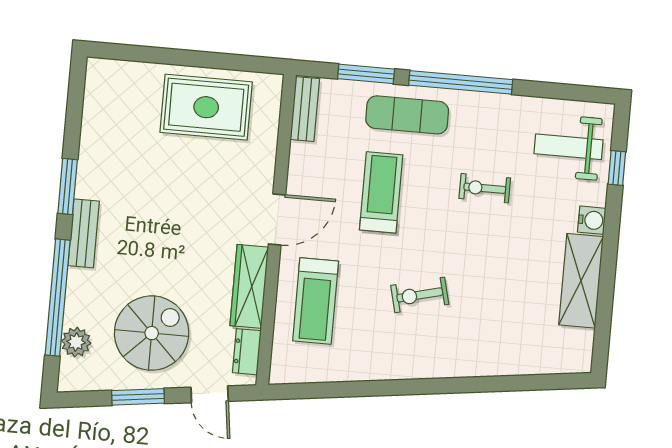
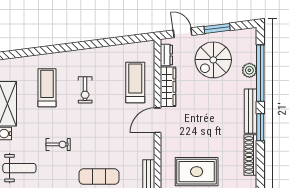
shoe rack: (93, 132) -> (250, 155), added
treadmill: (381, 192) -> (47, 88), moved, turned 180
bench: (84, 233) -> (250, 111), width x1.36
exercise bike: (420, 295) -> (85, 90), turned 104
plant: (76, 342) -> (249, 70), moved

